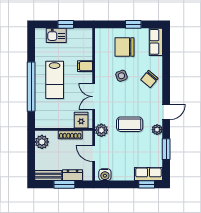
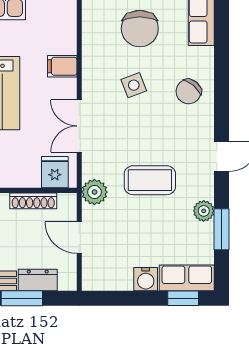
chair: (125, 47) -> (140, 29), turned -90
plant: (157, 130) -> (204, 211), moved
water cooler: (105, 175) -> (146, 279), moved

